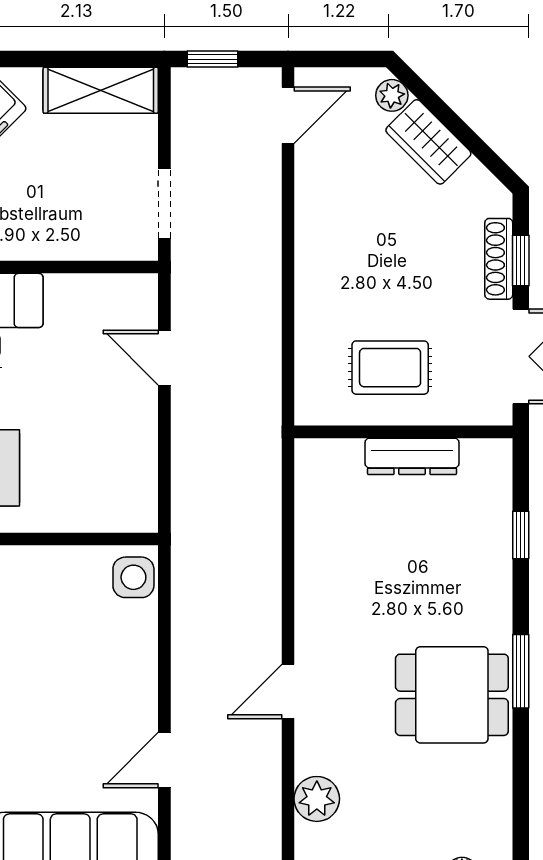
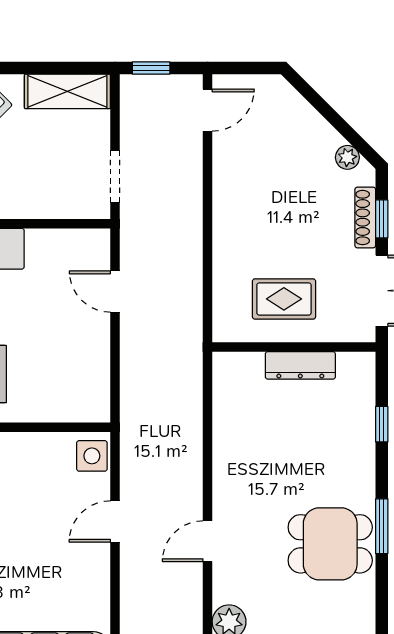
plant: (392, 95) -> (347, 157), moved
wardrobe: (428, 142) -> (313, 130), removed
door: (164, 760) -> (115, 522), moved

